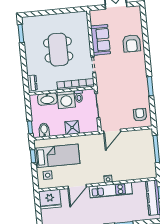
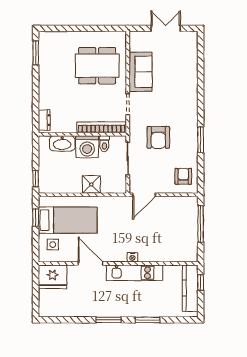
armchair: (132, 43) -> (158, 137), moved
dining table: (58, 50) -> (97, 66), moved, turned 90
bidet: (44, 130) -> (54, 184), removed
door: (77, 186) -> (91, 263), swing flipped

